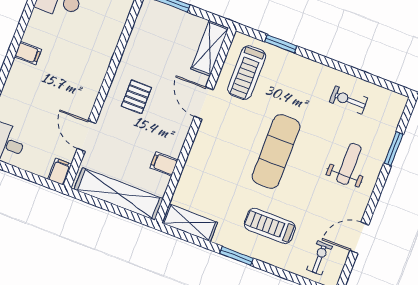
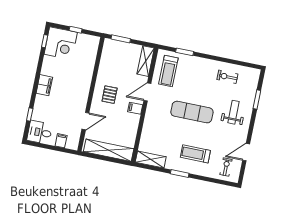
filing cabinet: (28, 53) -> (44, 85), width x2.00
door: (204, 103) -> (147, 92), hinge flipped
door: (87, 136) -> (85, 121), swing flipped
exercise mat: (276, 151) -> (192, 112), turned 90
filing cabinet: (164, 164) -> (135, 108), moved
filing cabinet: (60, 172) -> (61, 141), moved

